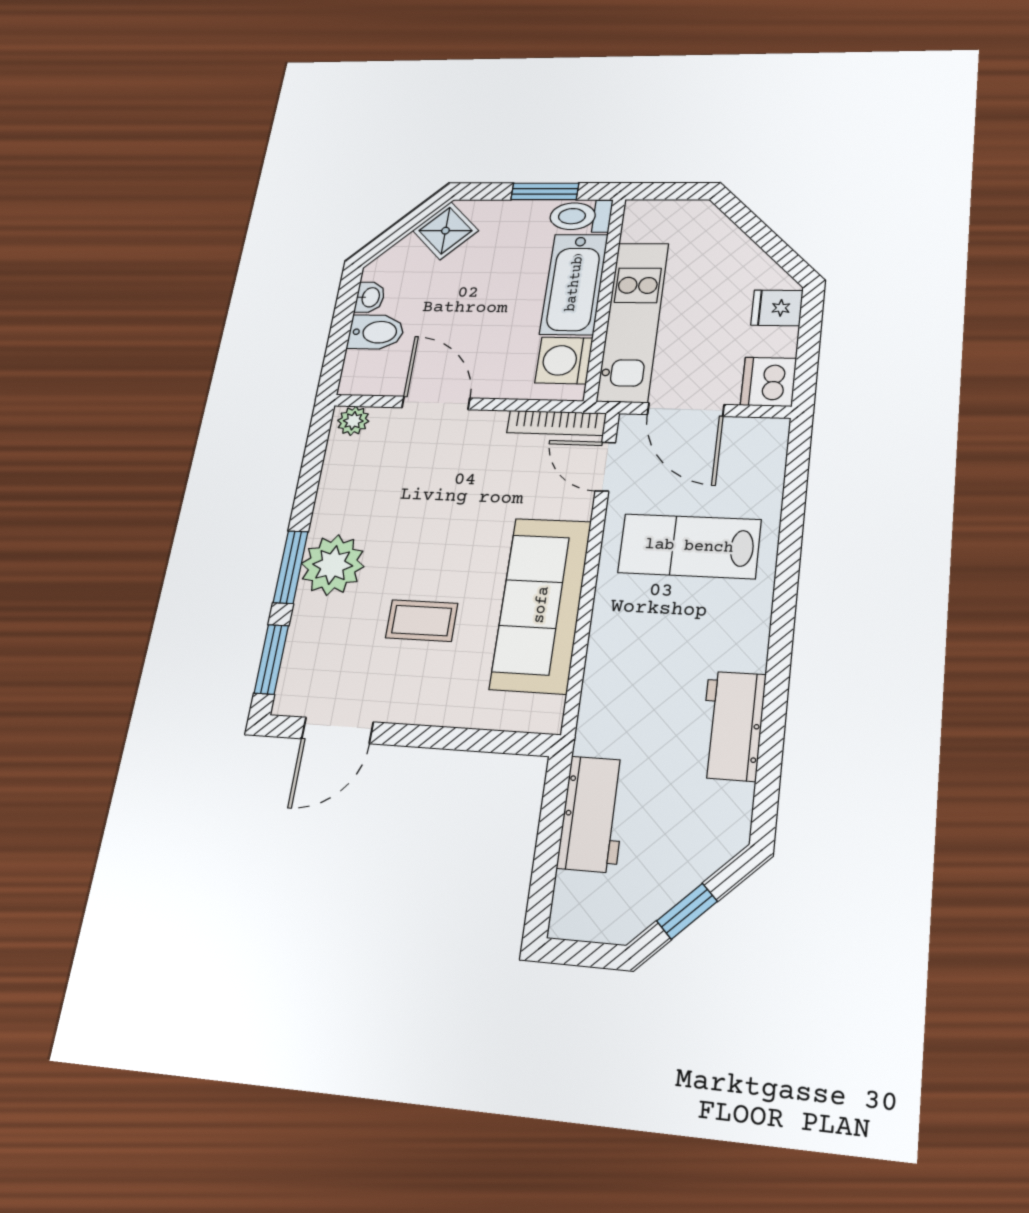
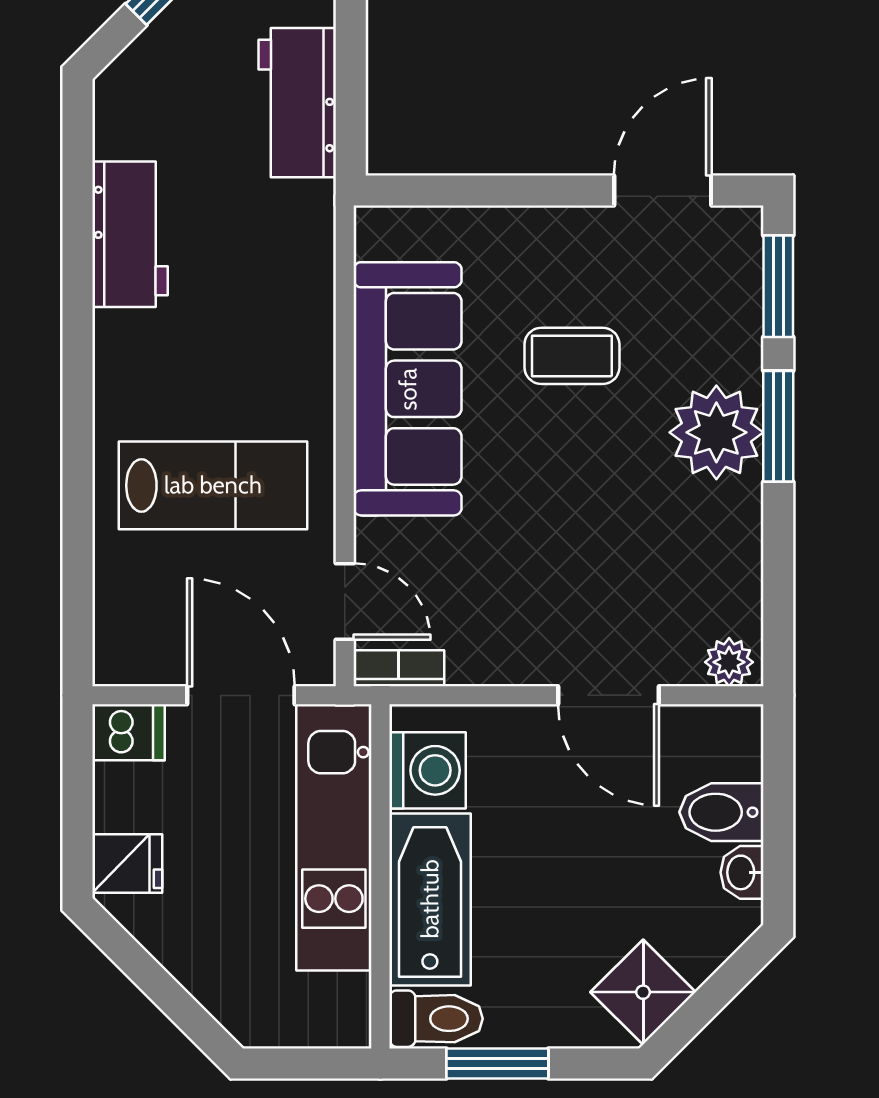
dishwasher: (769, 382) -> (128, 732), width x0.73
bookcase: (556, 423) -> (399, 668), width x0.64

